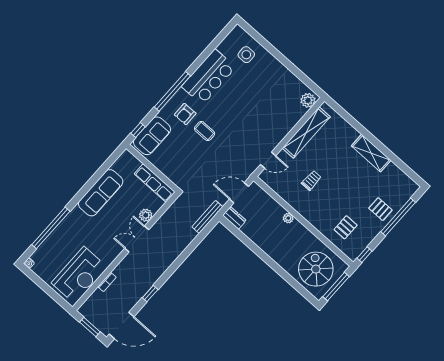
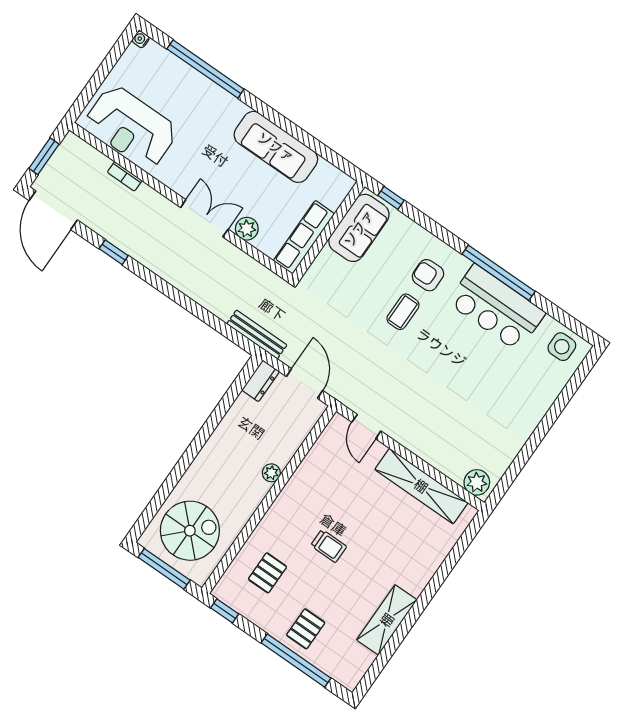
side table: (246, 55) -> (562, 347), moved
window: (172, 91) -> (499, 273), moved
sofa: (152, 136) -> (359, 228), moved, turned -90
shelving: (371, 153) -> (387, 620), moved
trolley: (311, 180) -> (329, 546), moved
pallet: (346, 227) -> (267, 573), turned 90

